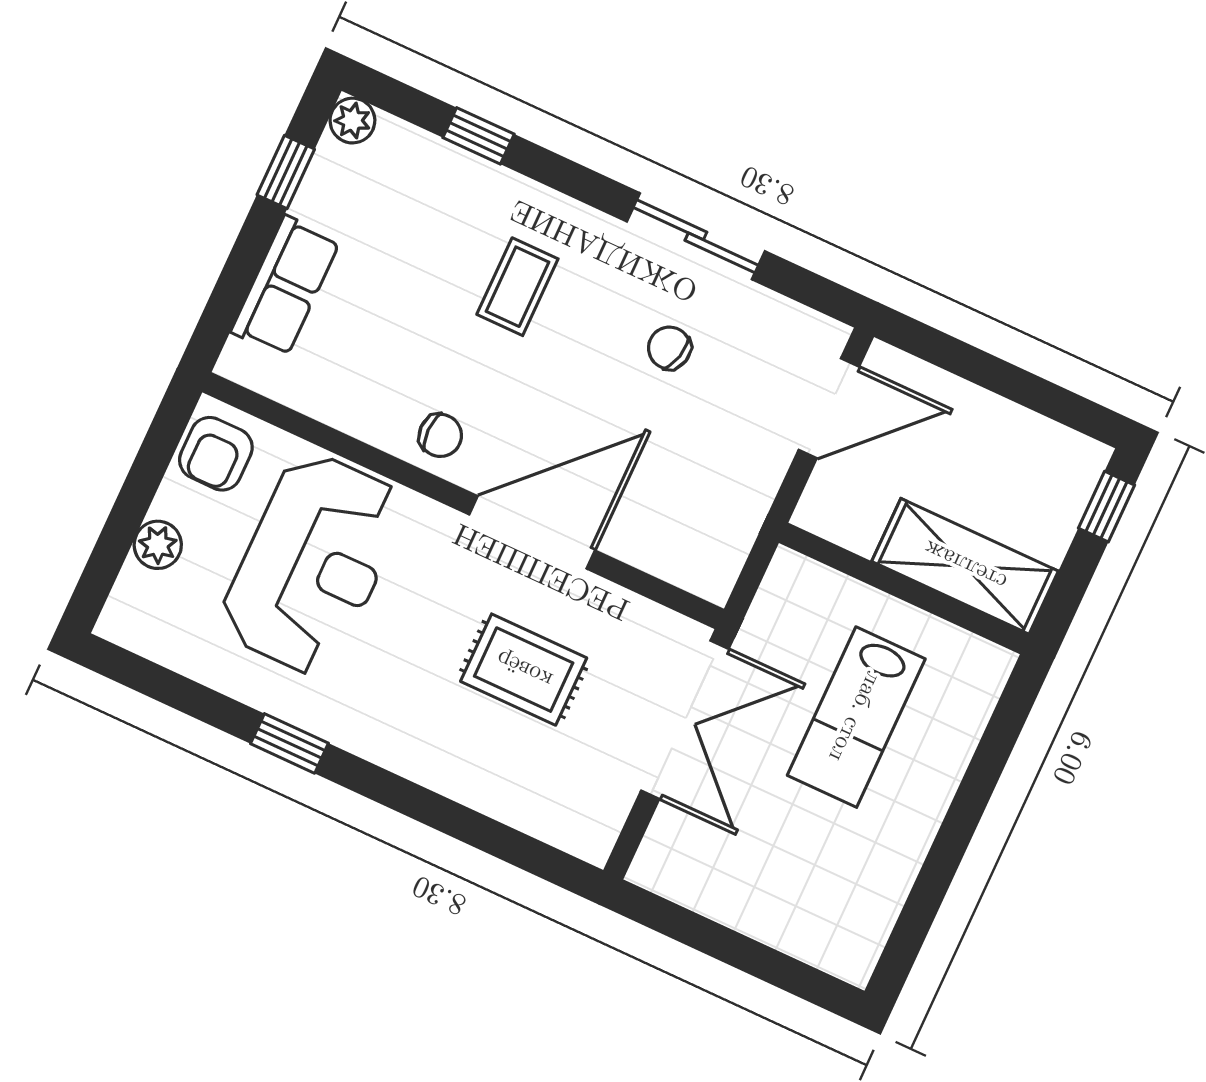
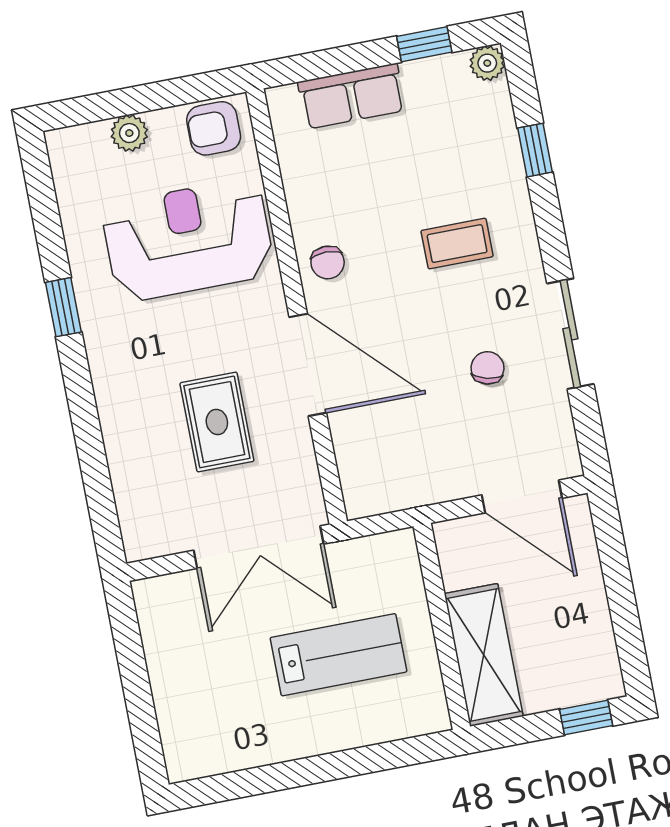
reception desk: (313, 564) -> (188, 240), turned 180
lab bench: (856, 717) -> (338, 655), turned 180

